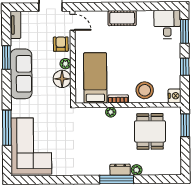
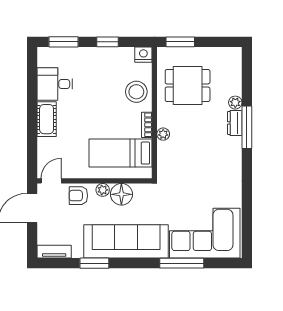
desk: (167, 24) -> (55, 84), moved
sofa: (21, 74) -> (126, 241), width x1.36, depth x1.27

